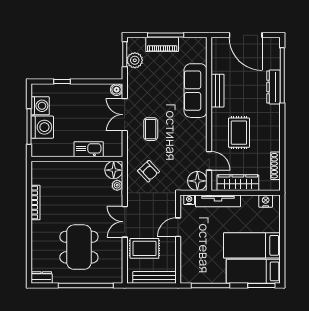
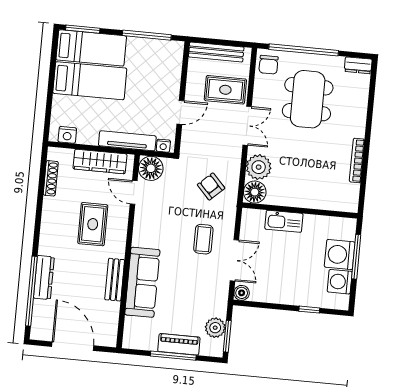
plant: (117, 185) -> (259, 167), width x1.88, depth x1.88
chair: (112, 271) -> (268, 65), added

